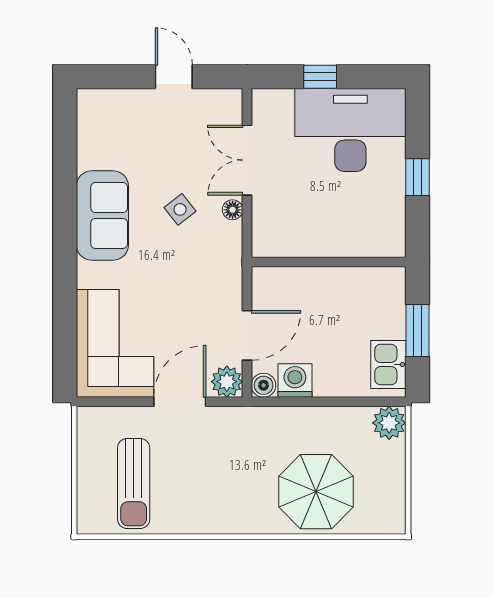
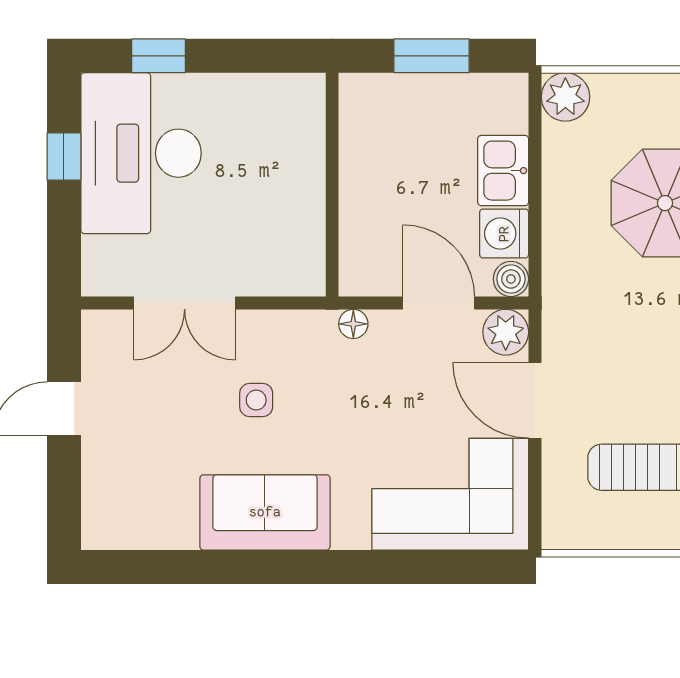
window: (320, 77) -> (64, 157), moved
window: (418, 177) -> (159, 56), moved
side table: (180, 209) -> (256, 400), turned 38
floor lamp: (233, 210) -> (353, 324), moved
kitchen sink: (388, 365) -> (503, 171), moved, turned 90

